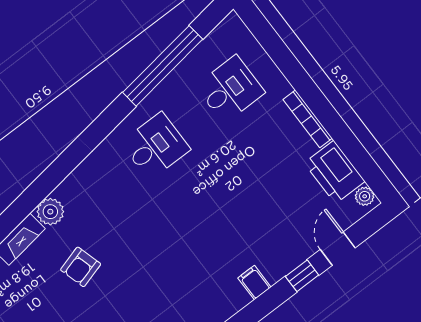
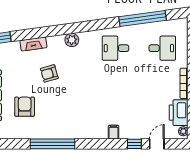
desk: (155, 146) -> (115, 48), turned 180
plant: (50, 212) -> (72, 40), moved

